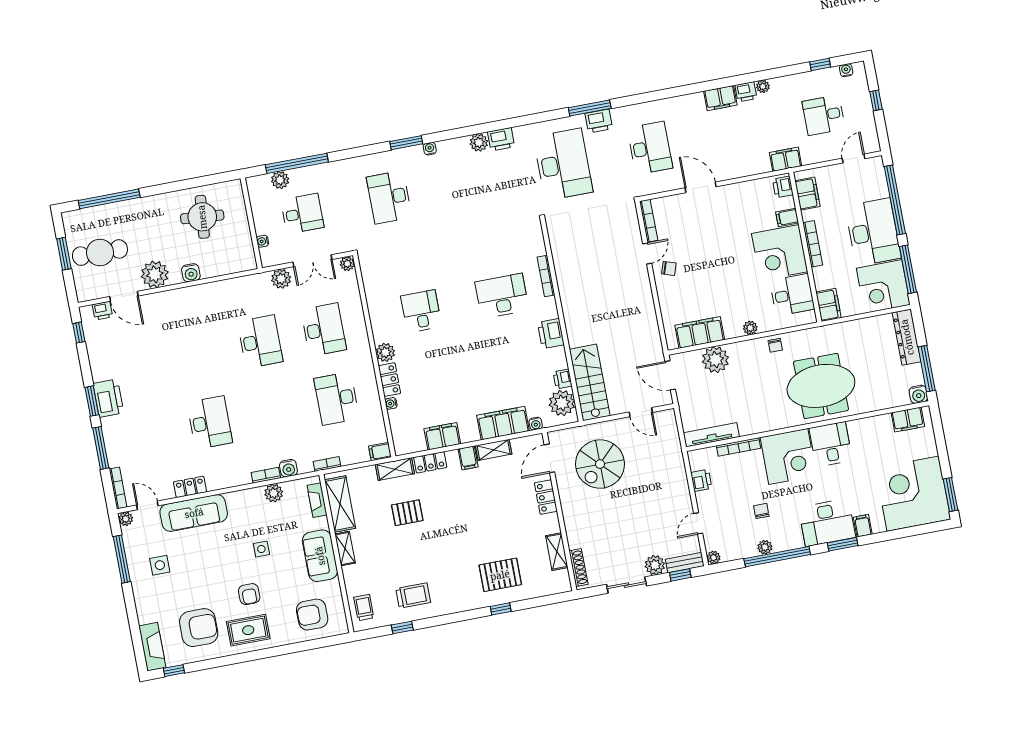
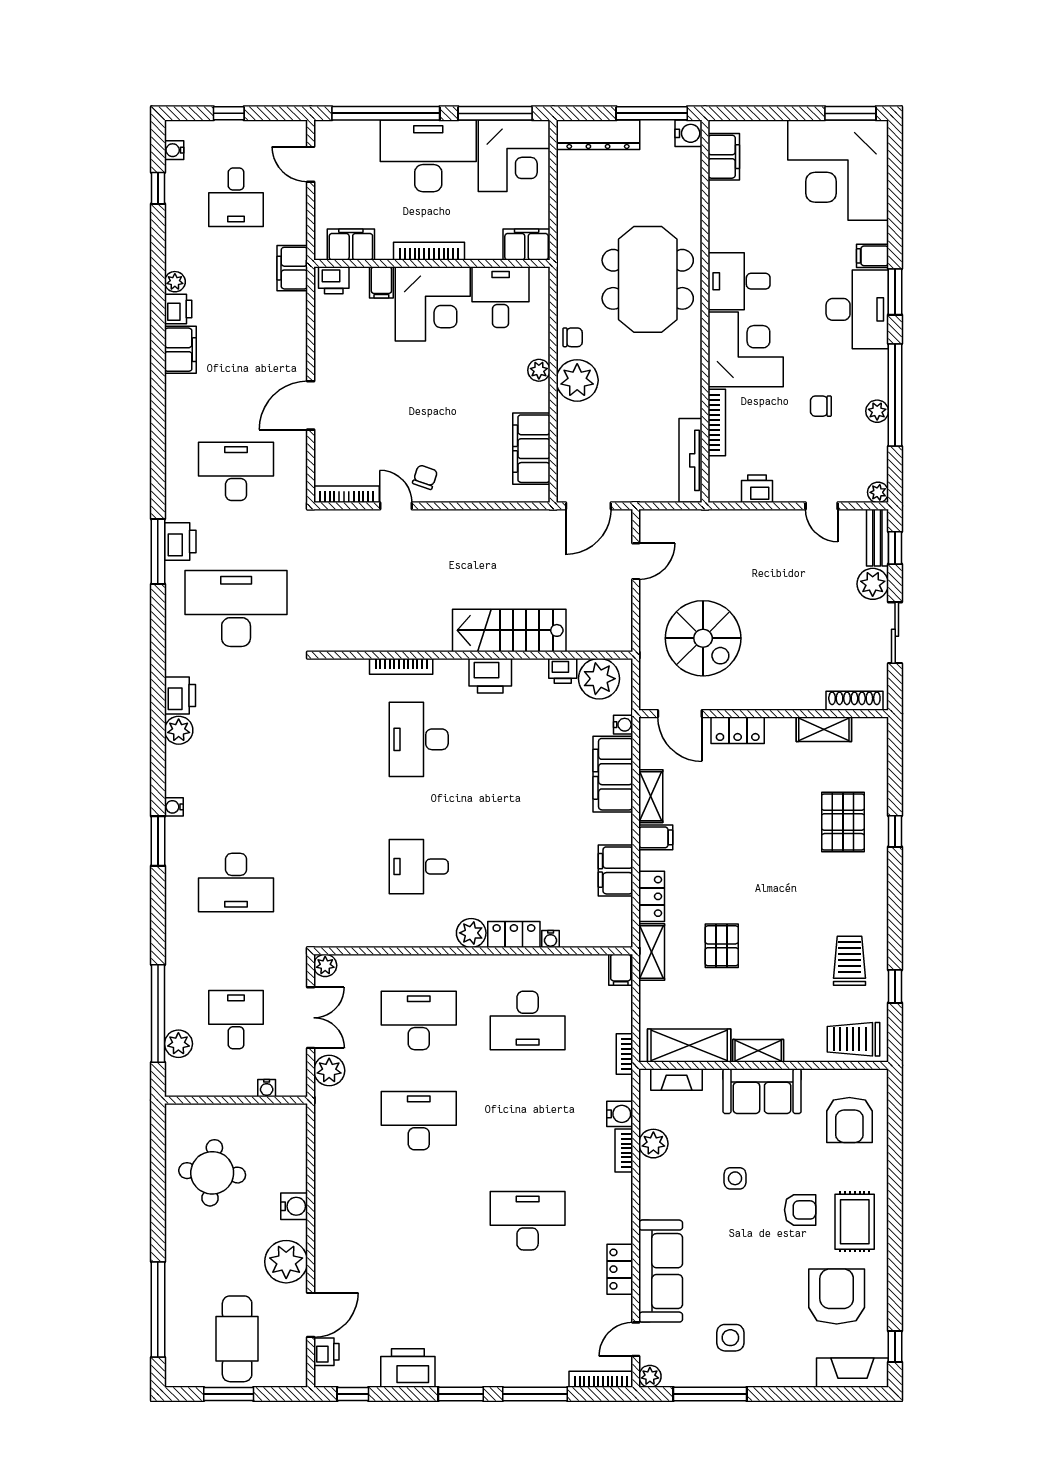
plant: (715, 360) -> (577, 380), moved
stairs: (590, 382) -> (509, 630), moved
printer: (108, 398) -> (408, 1368), moved
trolley: (364, 607) -> (854, 1039), width x1.36, depth x1.39

